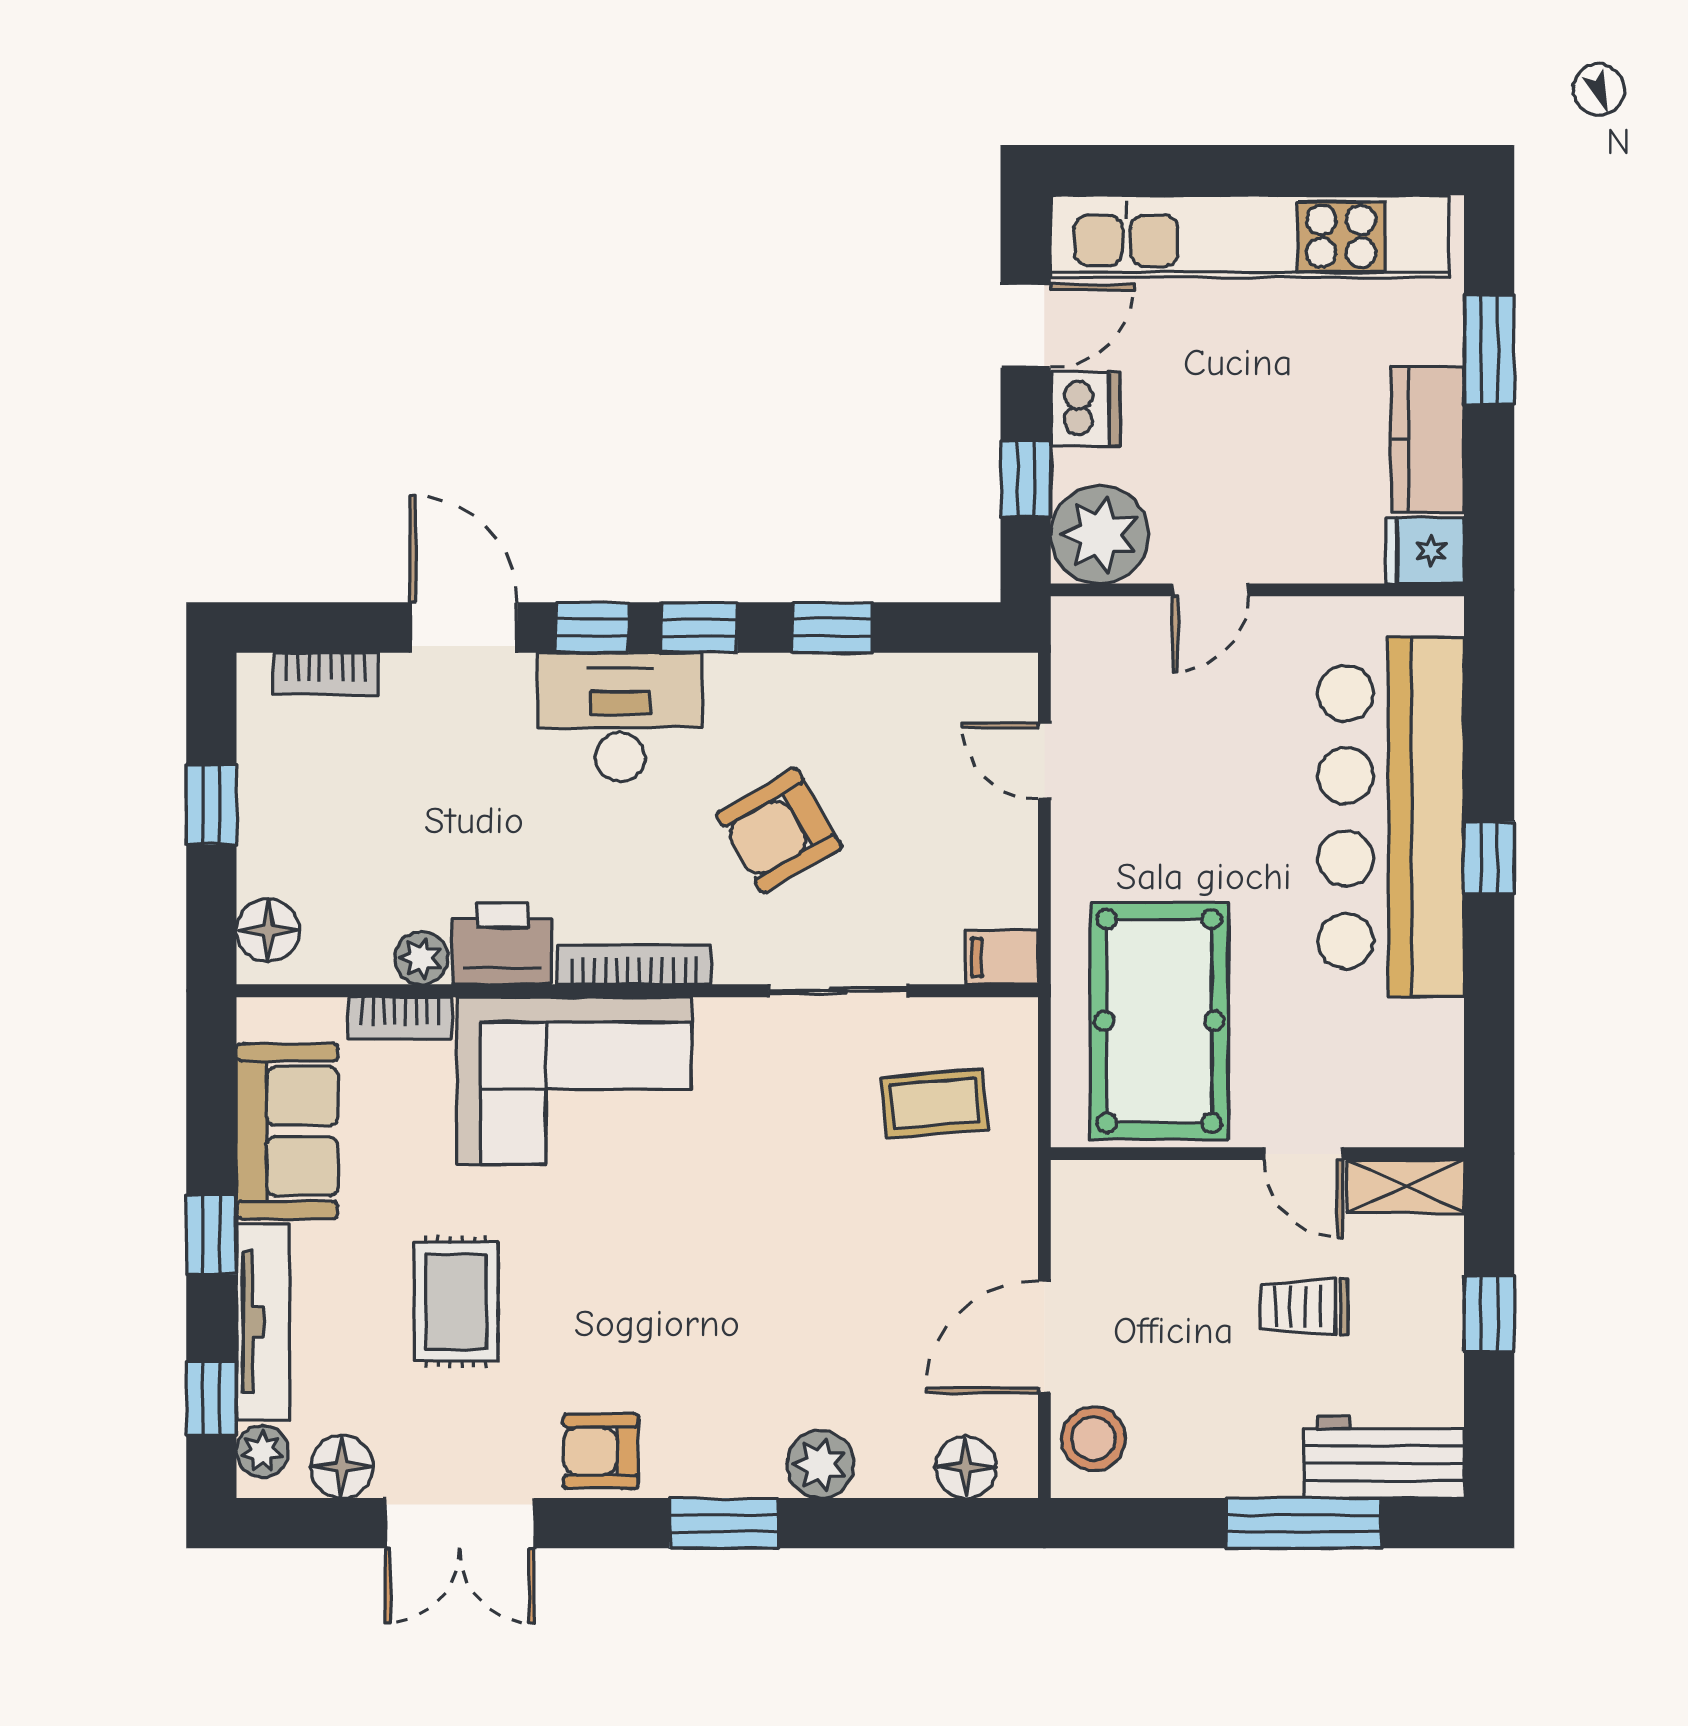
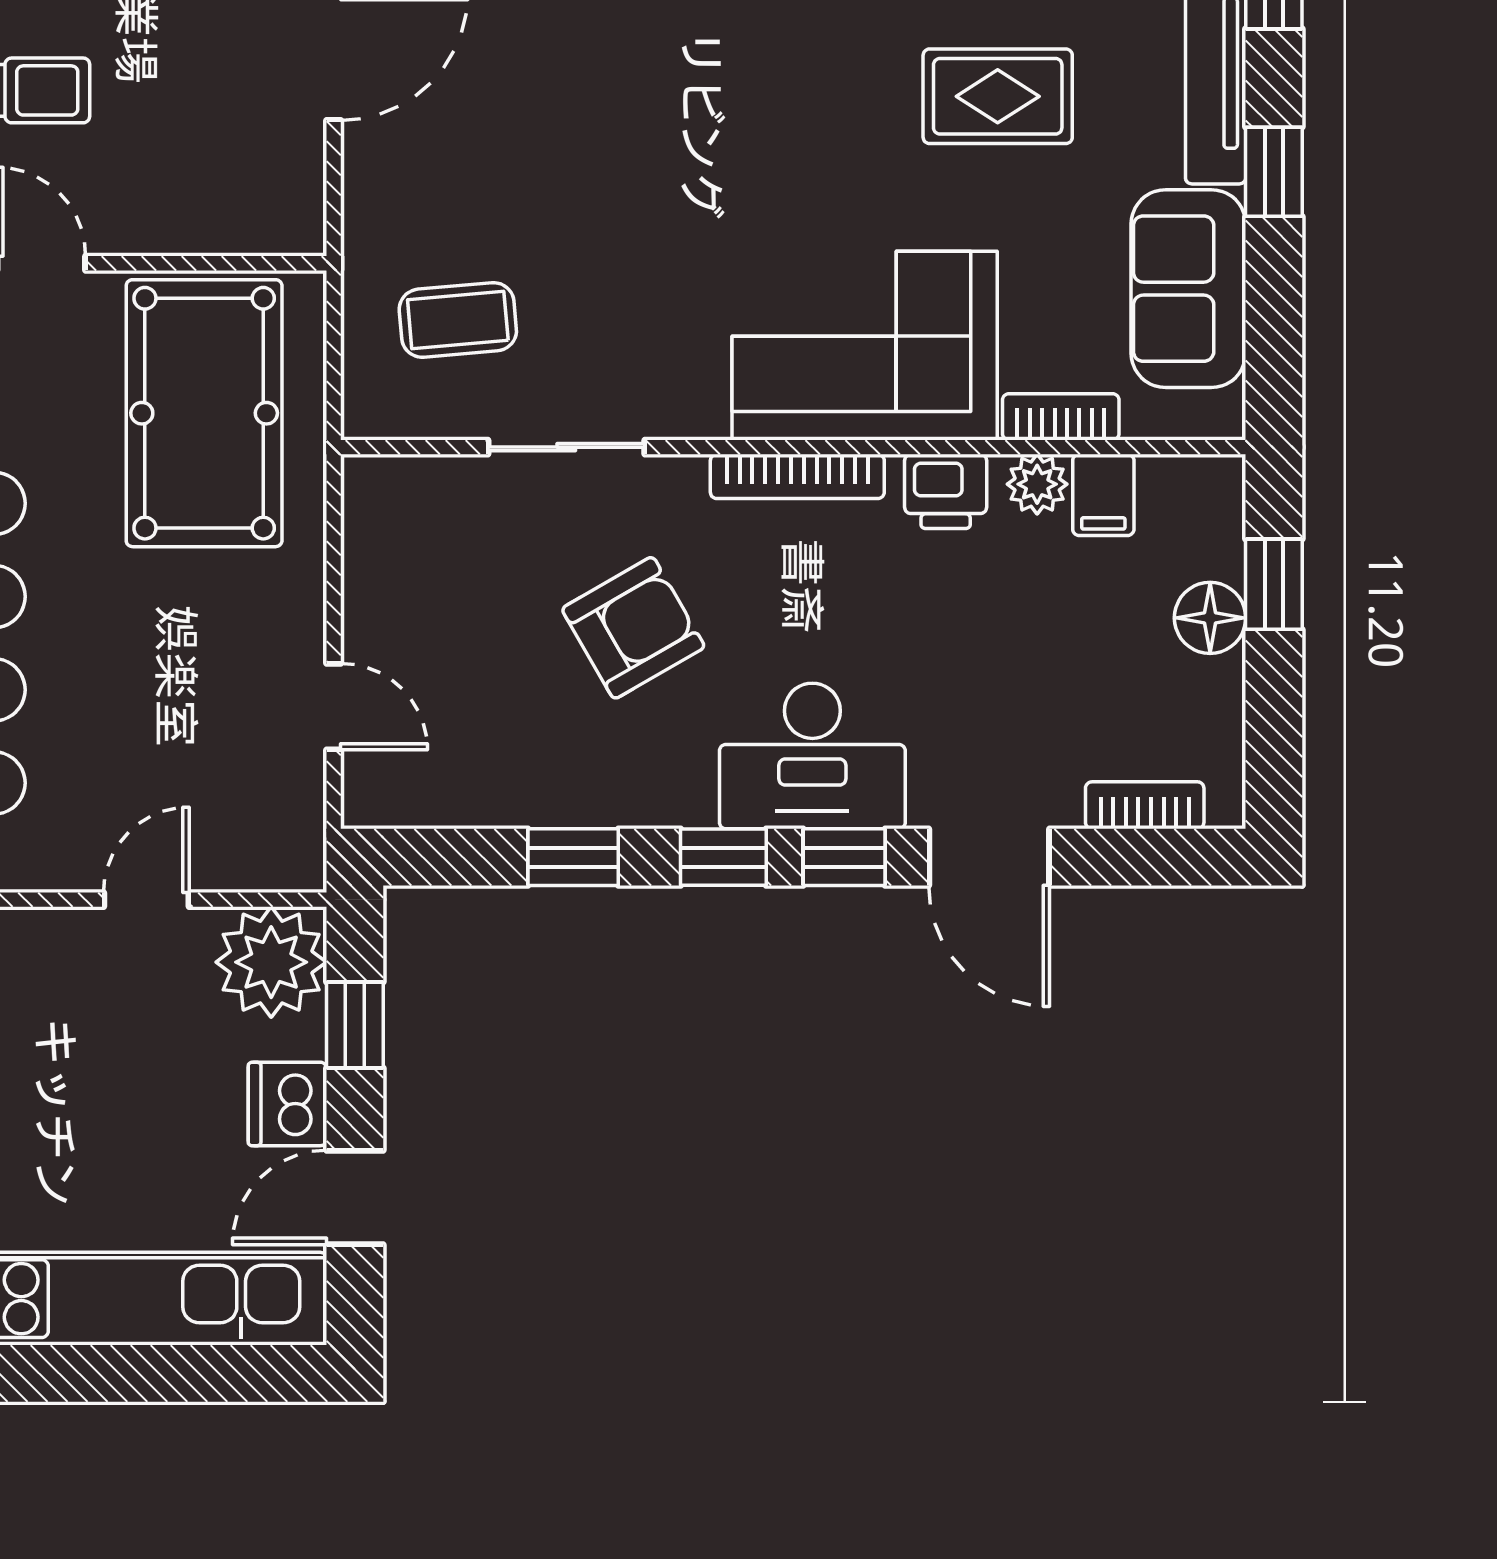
window: (211, 805) -> (1274, 584), moved
floor lamp: (268, 930) -> (1210, 618), moved
printer: (502, 944) -> (946, 491), width x0.73, depth x0.81
filing cabinet: (1002, 957) -> (1103, 495), moved, turned 90
rug: (456, 1302) -> (998, 96), turned 90

